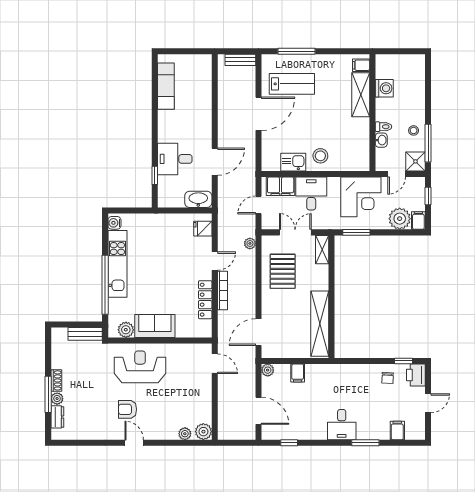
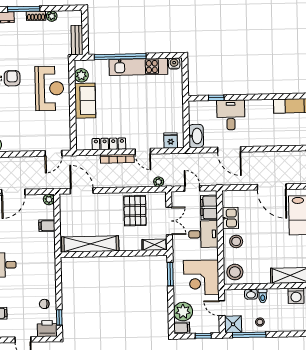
stool: (355, 158) -> (235, 272), added
pallet: (283, 271) -> (135, 211), turned 90
plant: (57, 399) -> (52, 16), moved

